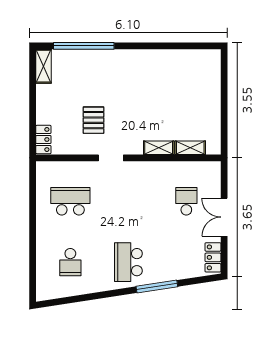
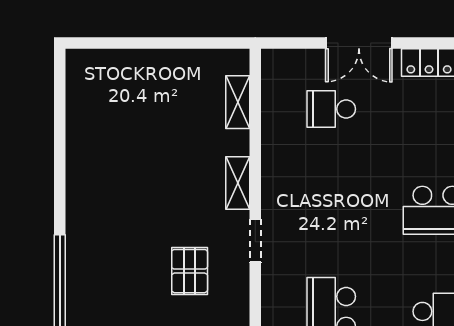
pallet: (93, 120) -> (190, 271), turned 90
shelving: (159, 148) -> (238, 183), moved

